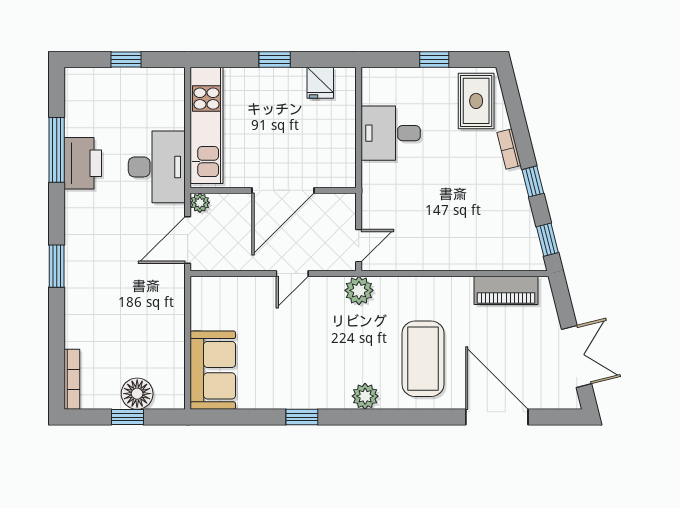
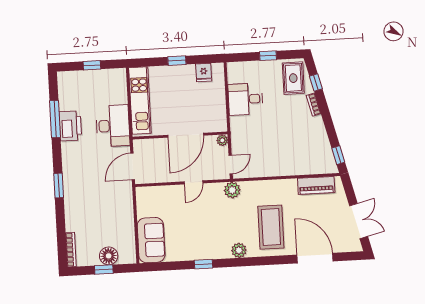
window: (533, 181) -> (316, 83), moved
plant: (200, 203) -> (222, 140), moved

